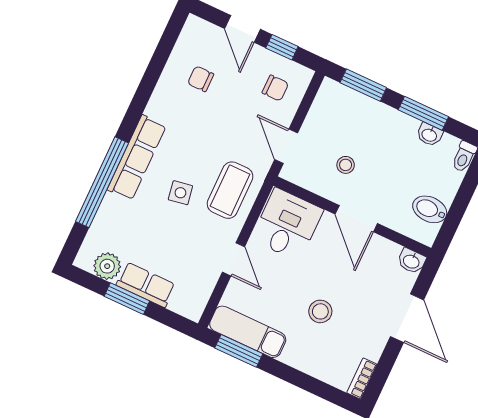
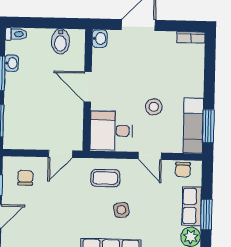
chair: (201, 79) -> (183, 170), moved
stool: (346, 165) -> (56, 109), removed
coffee table: (230, 190) -> (105, 178), width x0.73, depth x0.77
door: (356, 219) -> (88, 87), swing flipped
door: (233, 259) -> (150, 156), swing flipped
stool: (320, 311) -> (154, 107), moved

